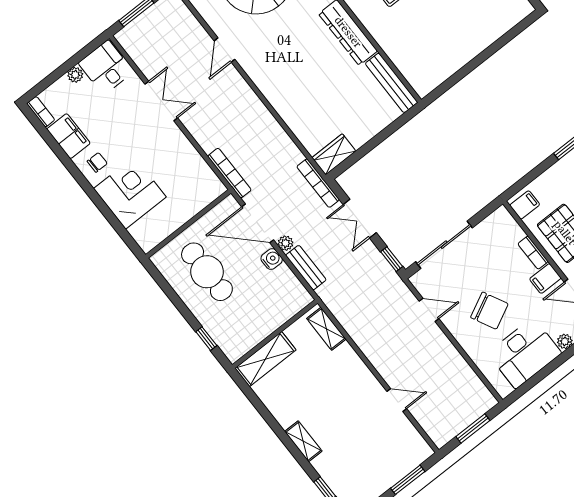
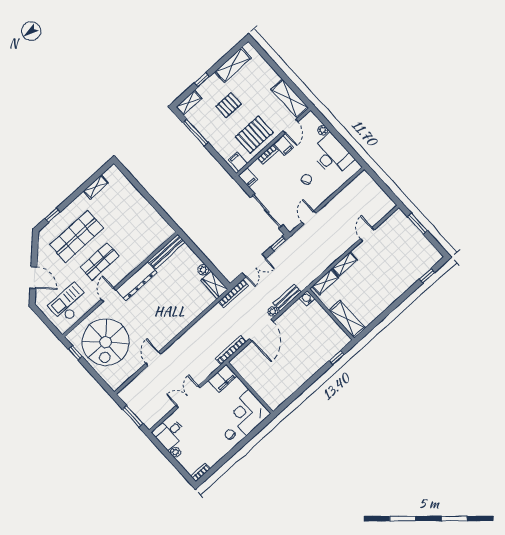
door: (225, 50) -> (153, 359), swing flipped
filing cabinet: (69, 136) -> (223, 378), moved, turned 180
plant: (359, 138) -> (203, 270), added
filing cabinet: (499, 218) -> (248, 177), added
wall: (188, 224) -> (250, 388), moved
water cooler: (272, 259) -> (307, 298), moved
cafe table: (207, 272) -> (294, 360), removed
chair: (489, 311) -> (307, 179), width x0.54, depth x0.54
window: (473, 429) -> (382, 185), removed
shelving: (303, 441) -> (345, 264), moved

